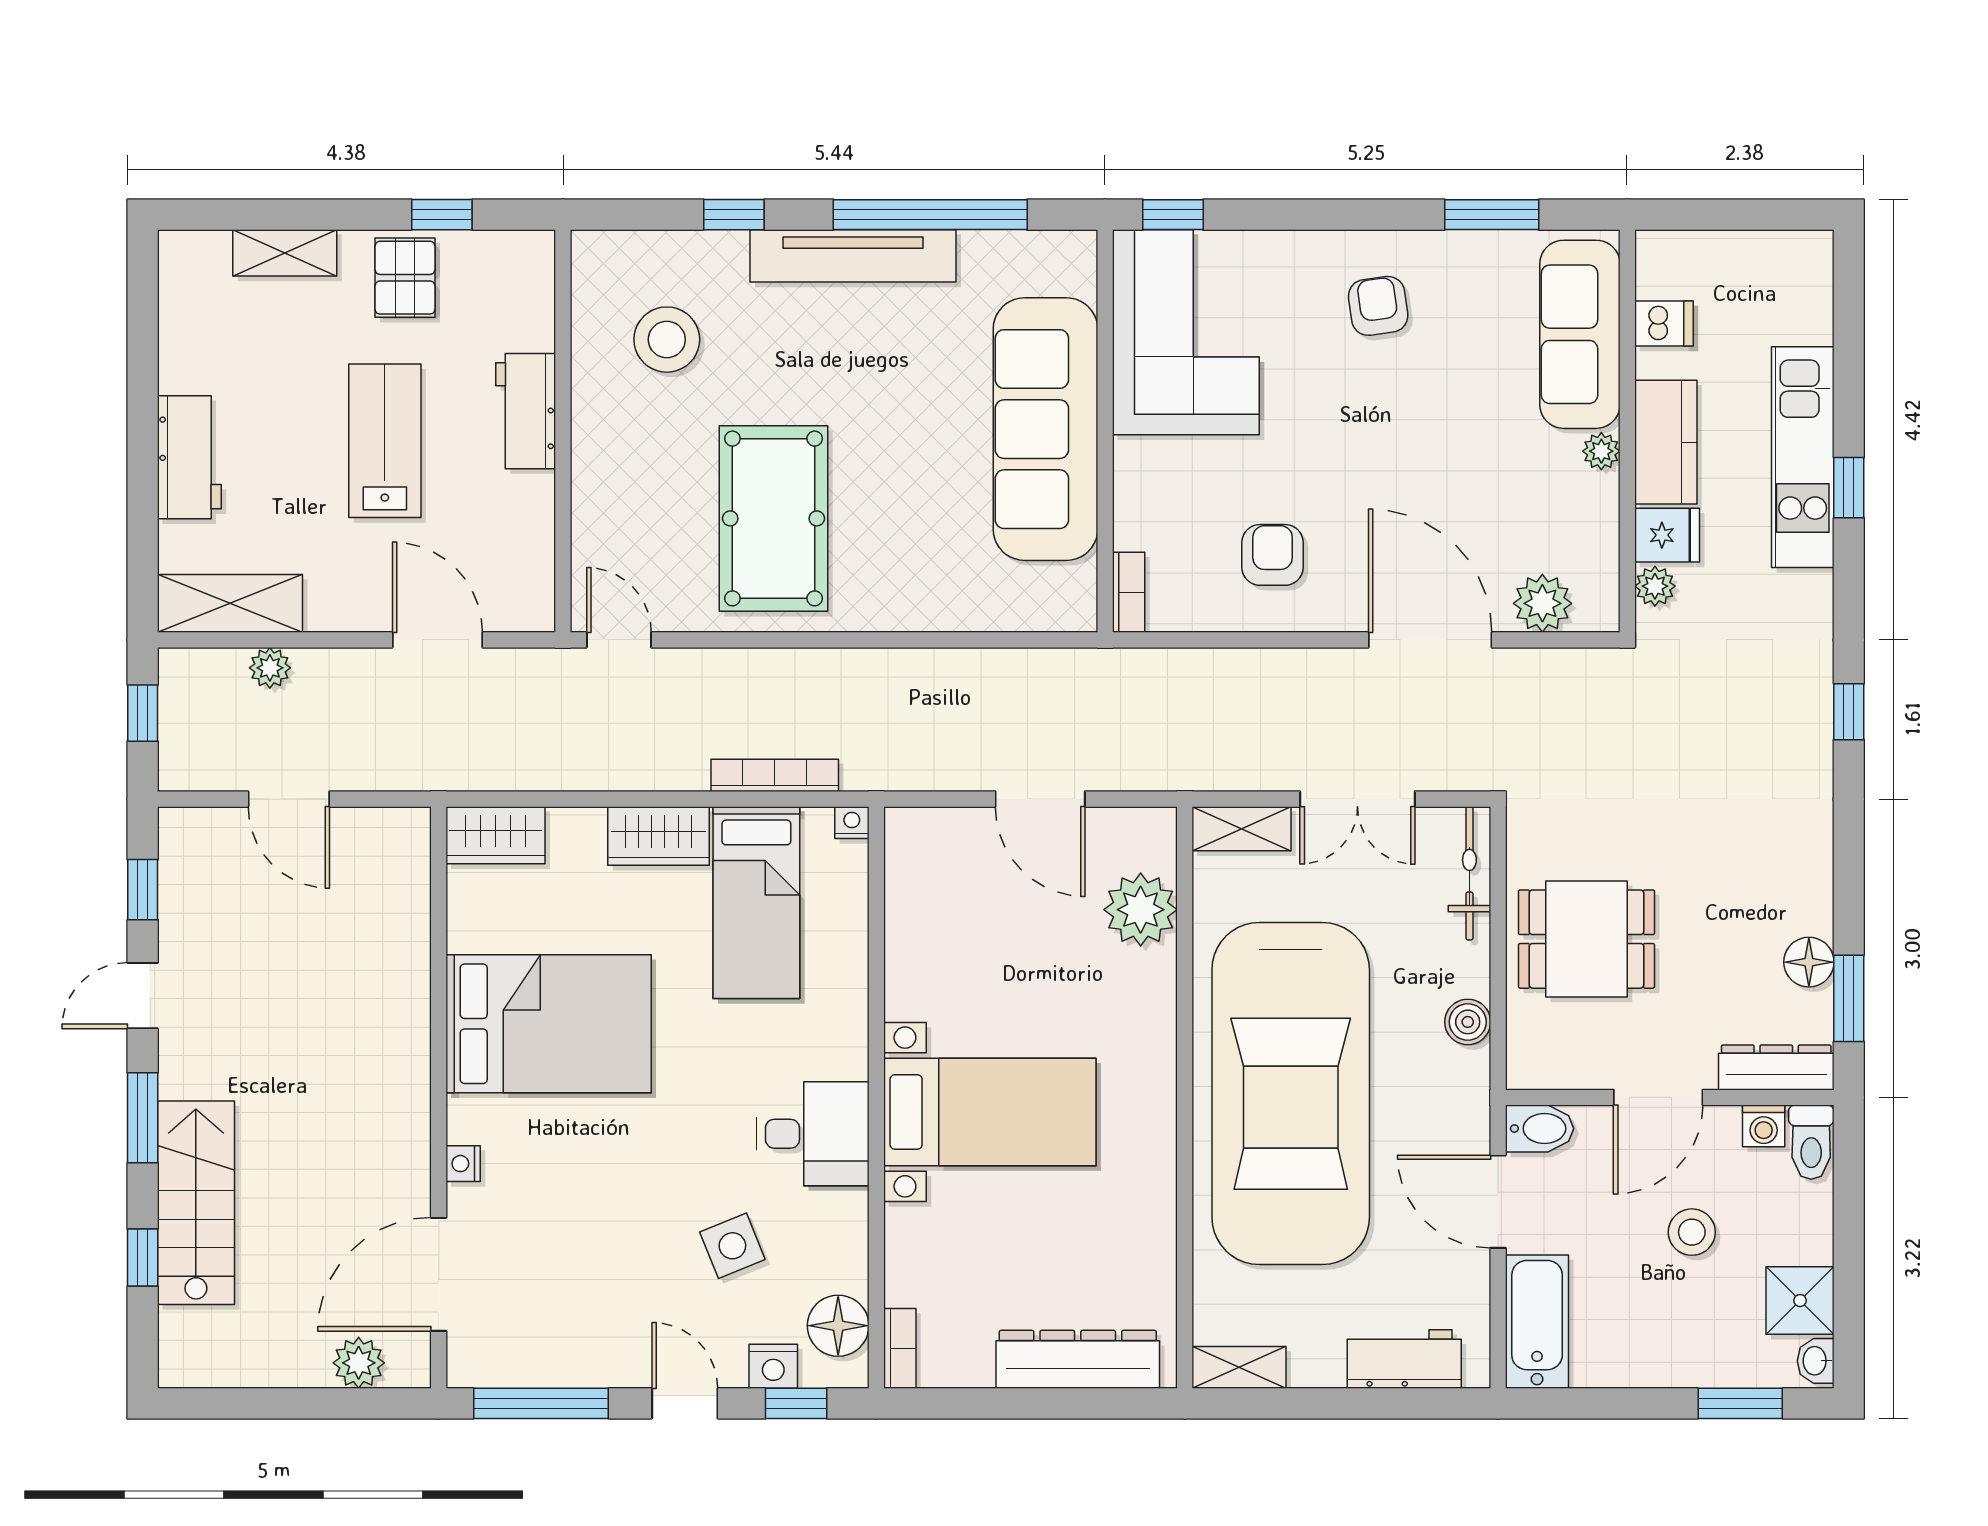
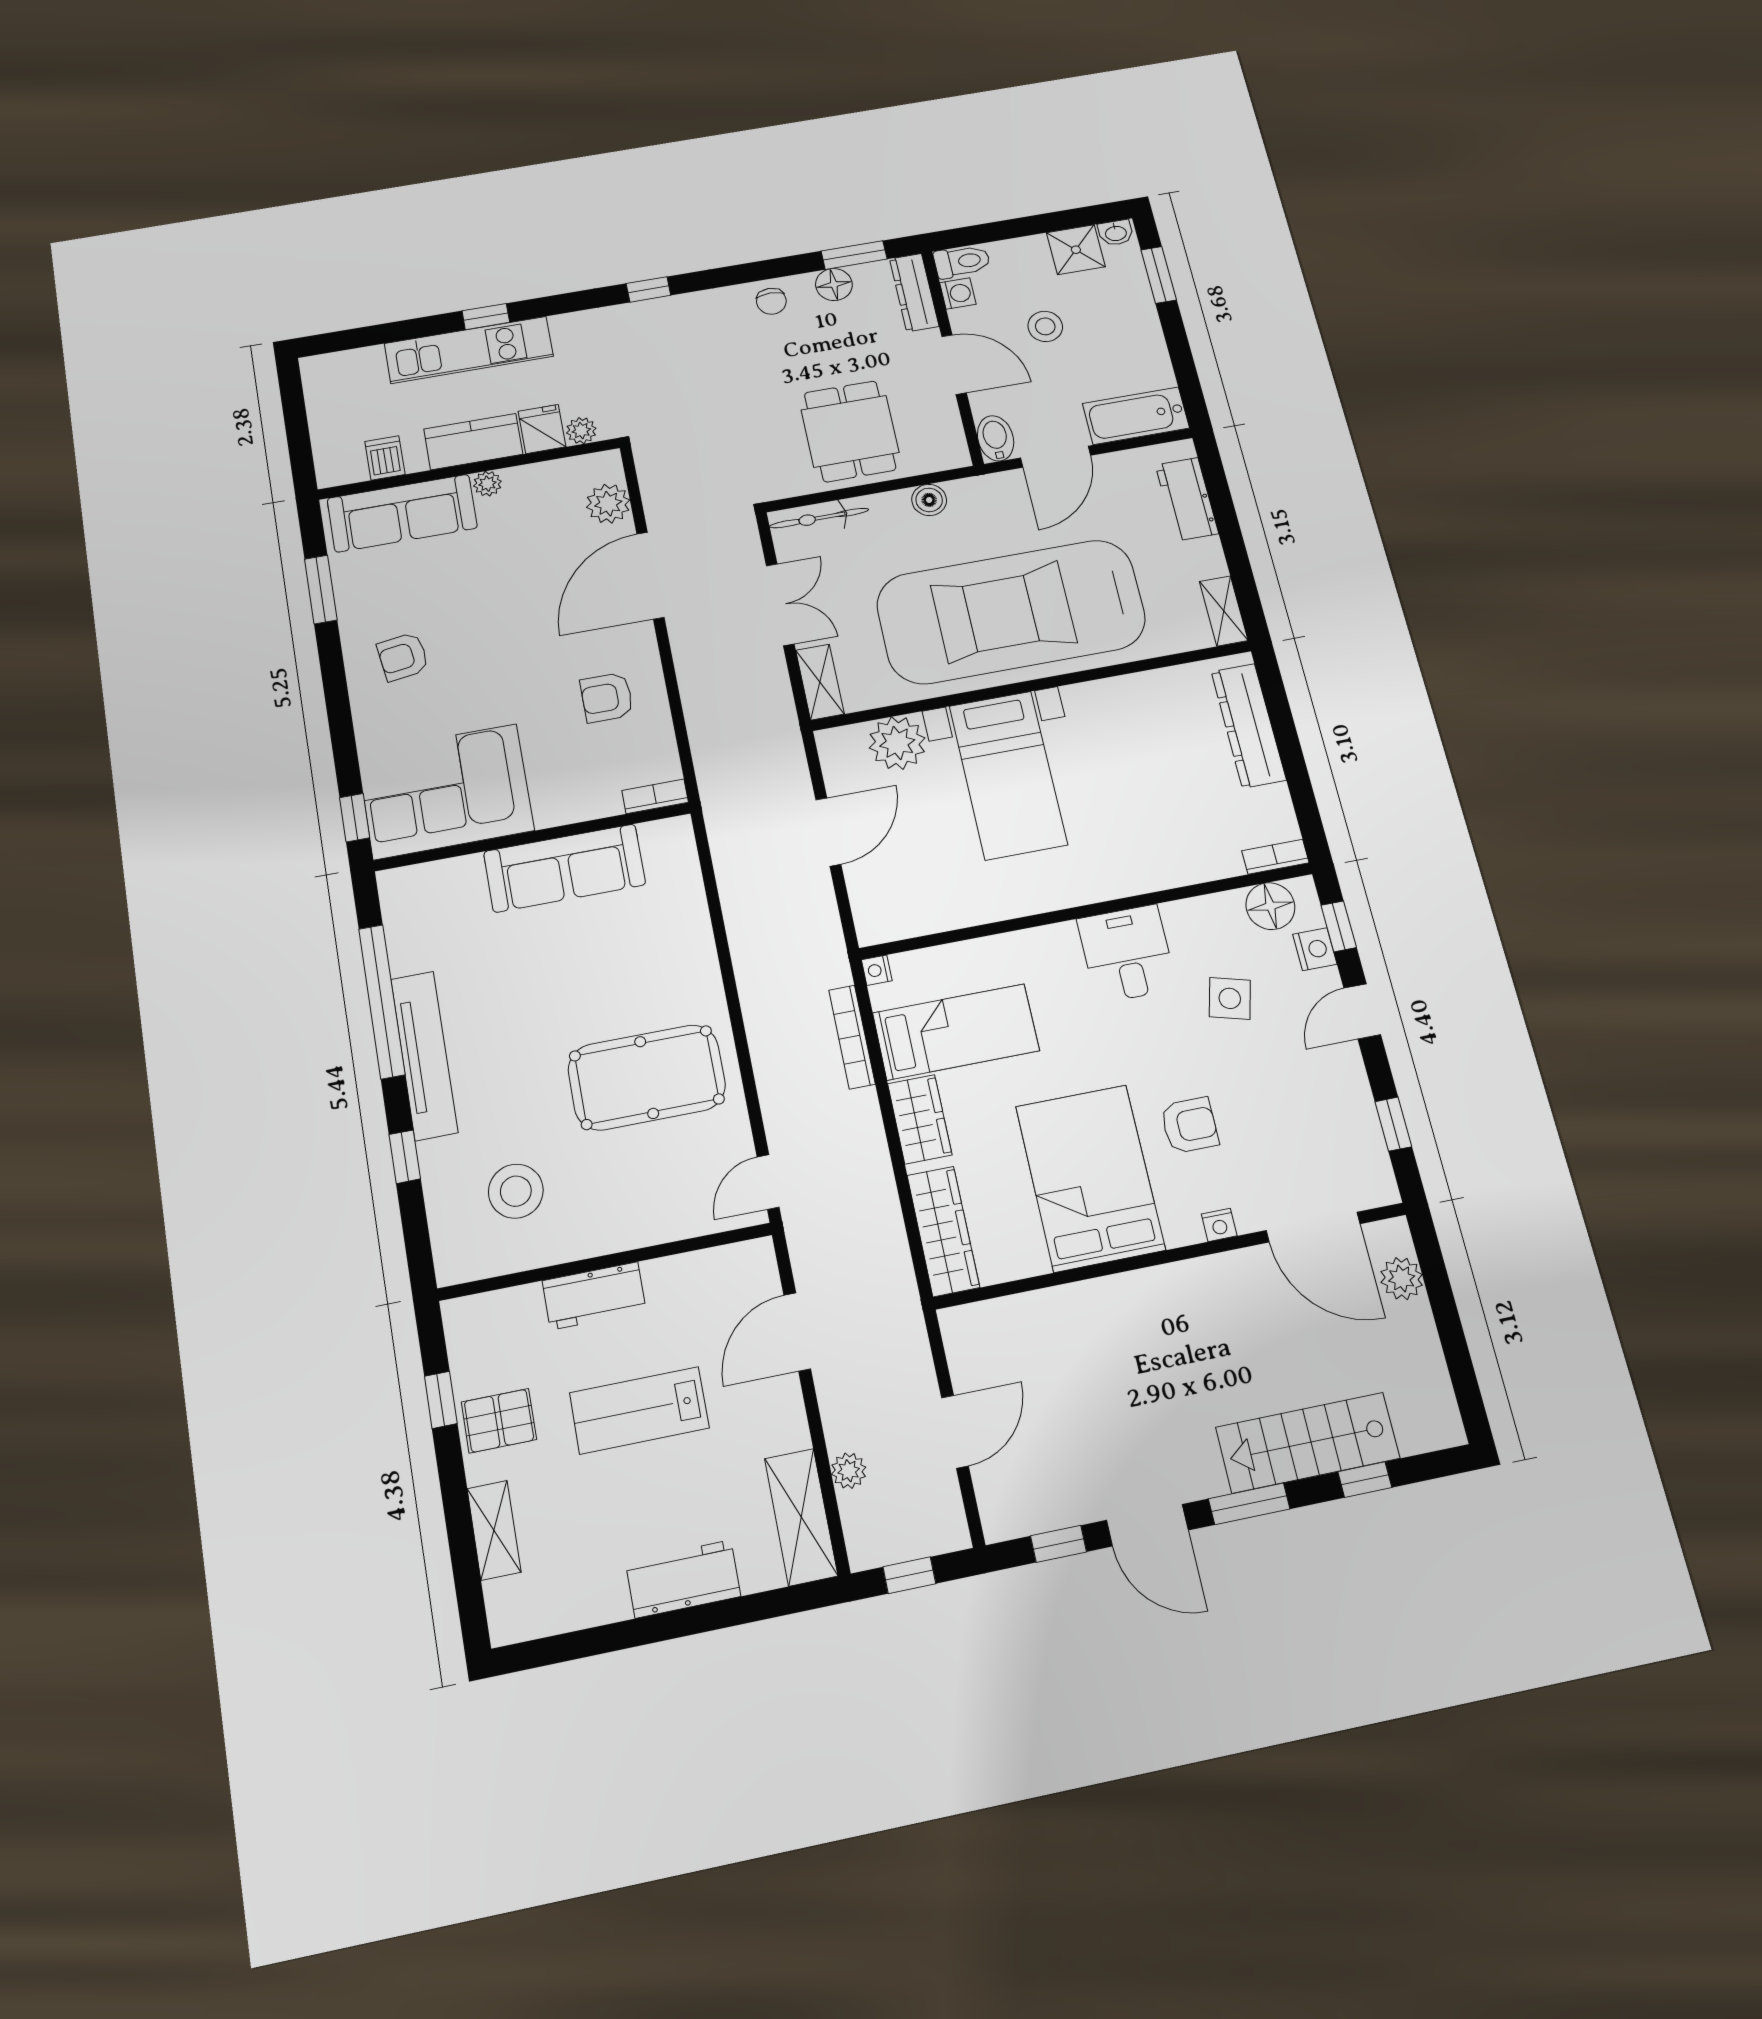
sofa: (1045, 429) -> (565, 868), width x0.74, depth x0.79
wardrobe: (495, 835) -> (943, 1231), width x1.50
chair: (1799, 873) -> (771, 301), added
door: (143, 996) -> (1147, 1525), width x1.38
car: (1291, 1093) -> (1011, 612), turned 180
bed with nightstands: (990, 1112) -> (1008, 775), moved, turned 180
armchair: (588, 1158) -> (1190, 1125), added
side table: (732, 1246) -> (1230, 998), turned 37
window: (541, 1403) -> (1393, 1124), width x0.46

